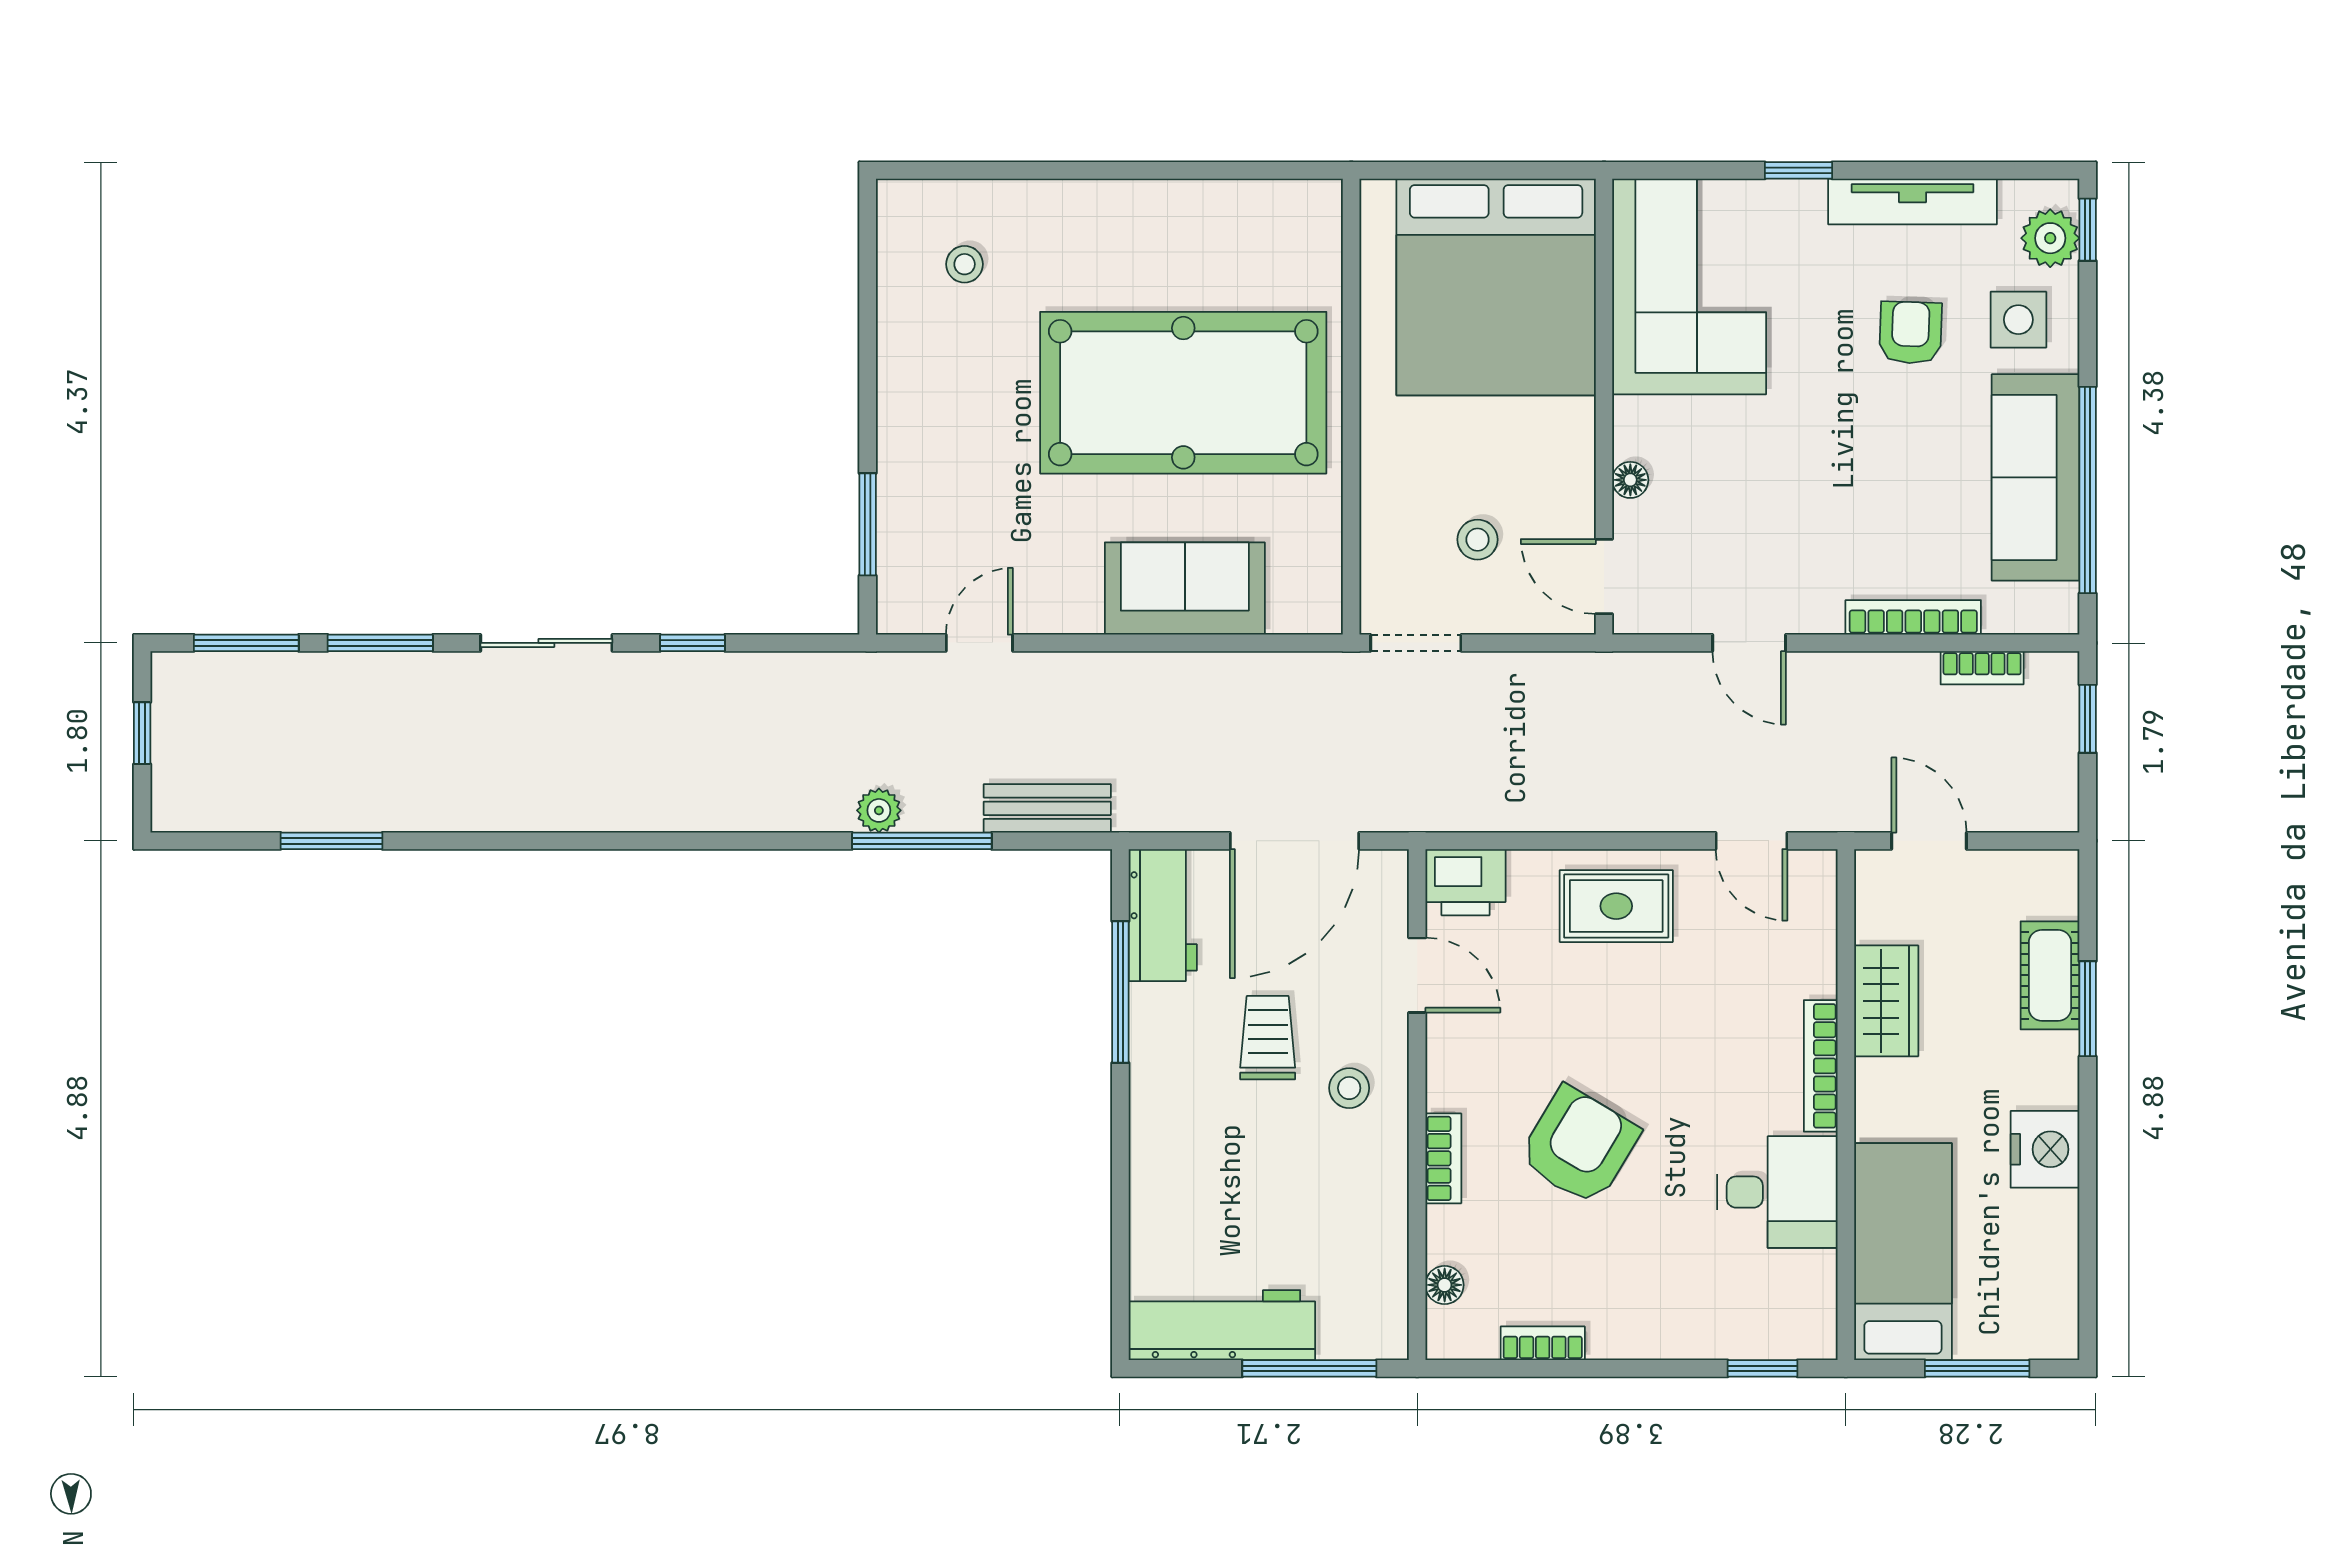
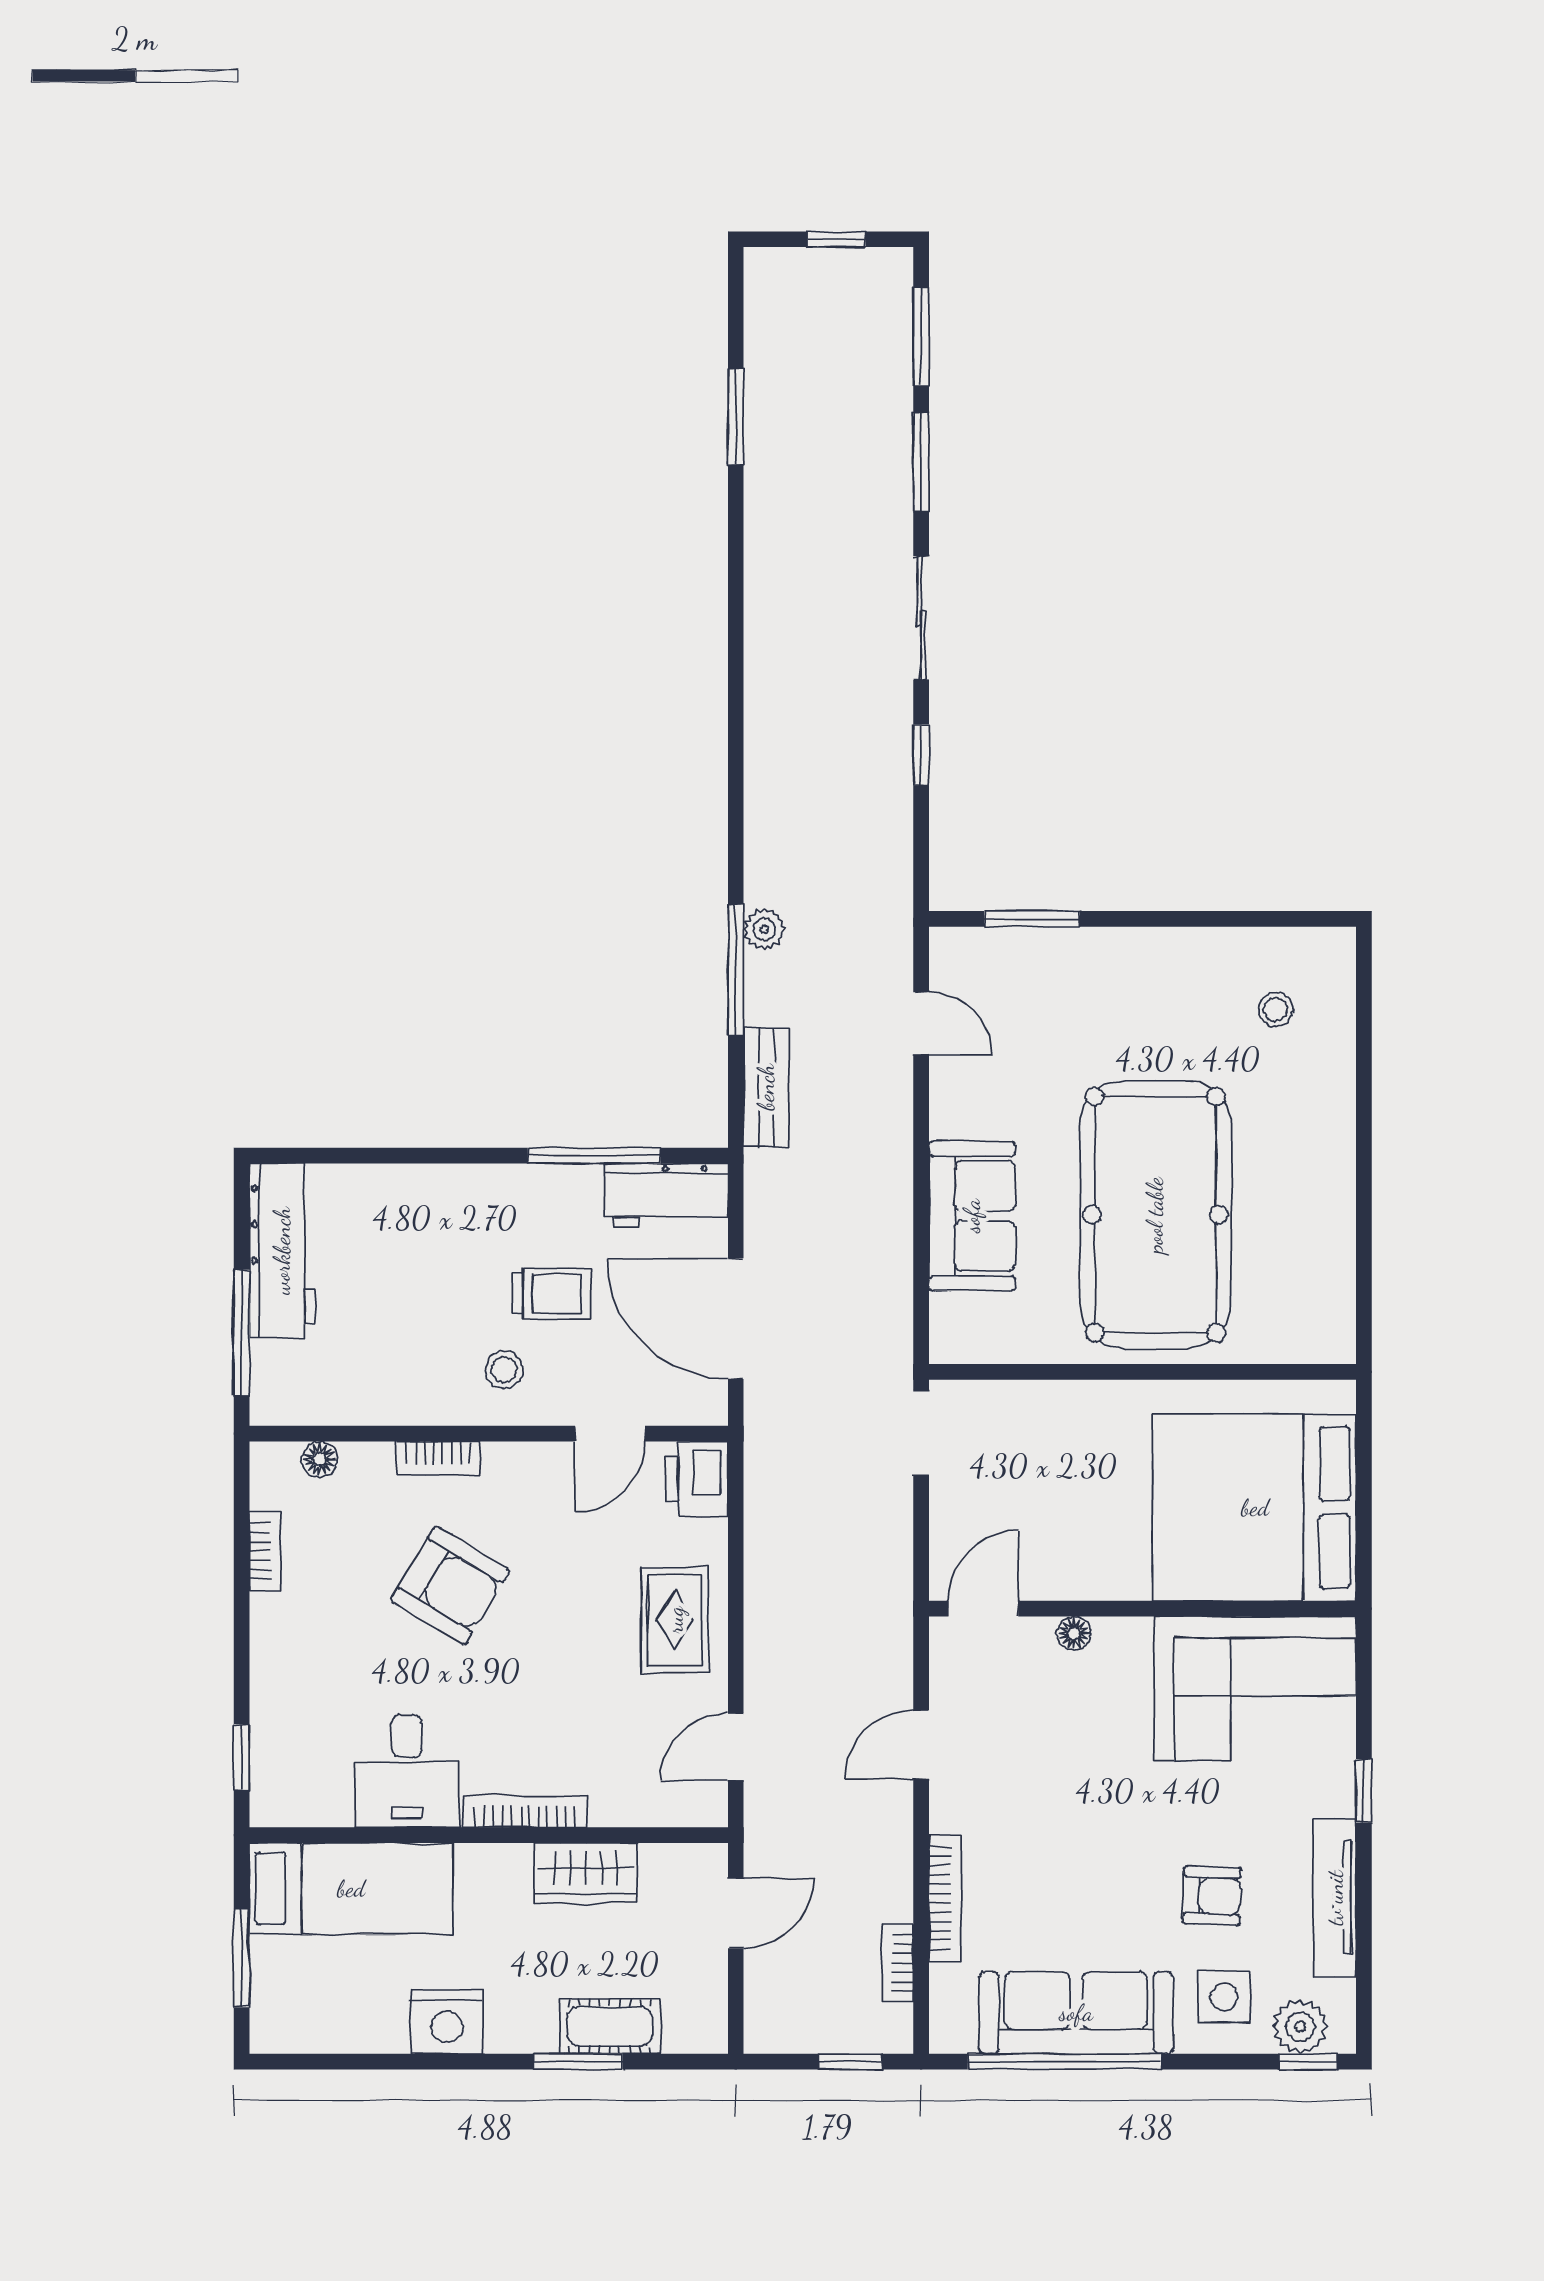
stool: (1478, 540) -> (1018, 1490), removed

